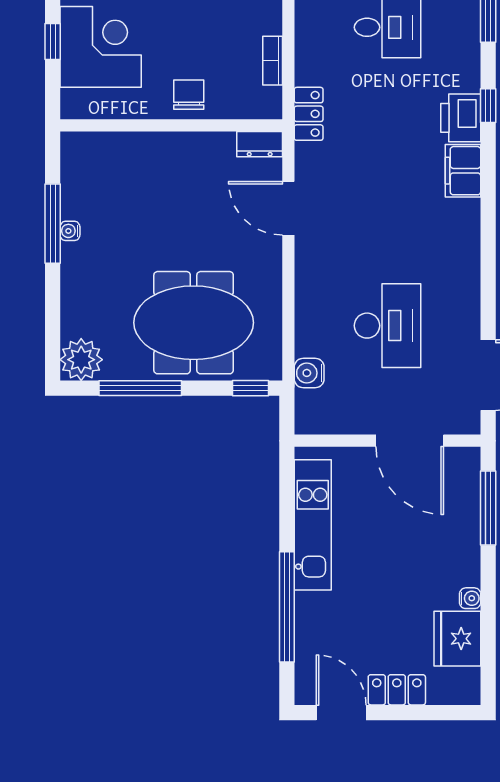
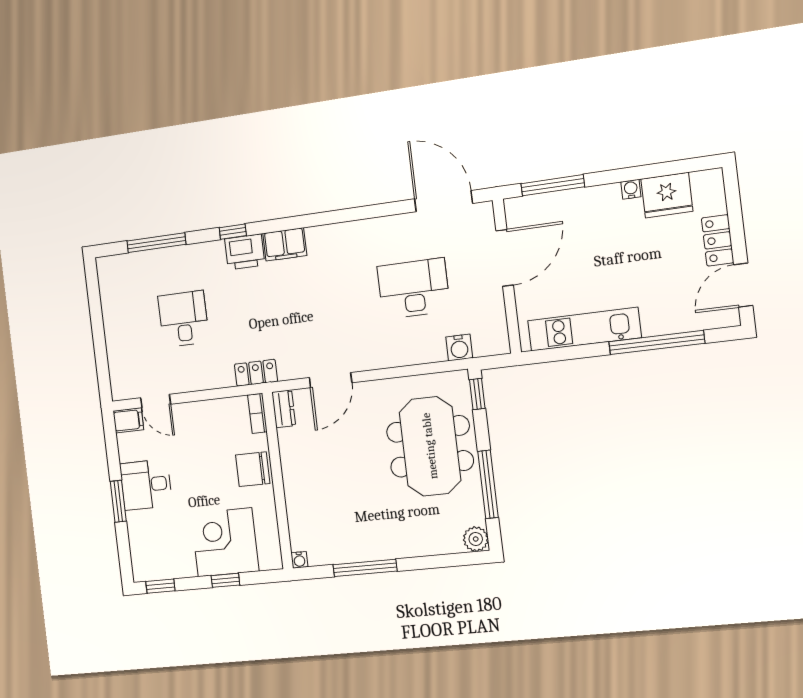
bookcase: (273, 61) -> (257, 413), moved, turned 90
chair: (189, 95) -> (253, 469), width x1.37, depth x1.37
water cooler: (70, 231) -> (299, 560), moved
plant: (81, 360) -> (476, 539), width x0.73, depth x0.73

